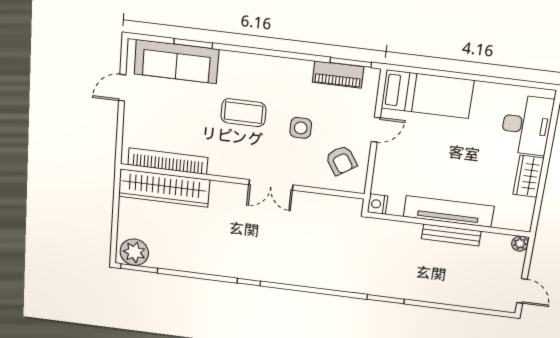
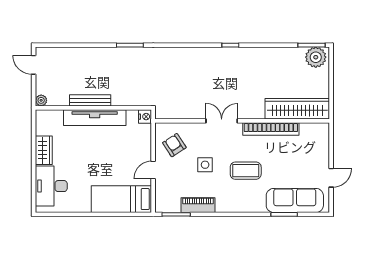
piano: (338, 75) -> (198, 205), moved
bookcase: (168, 161) -> (271, 129), moved

